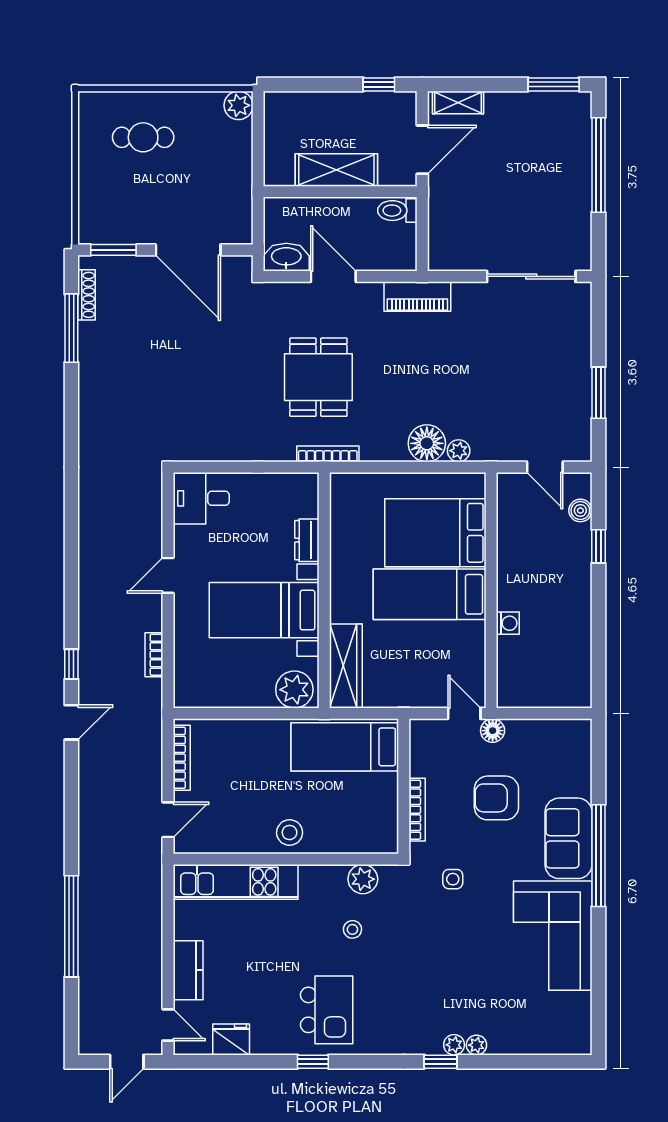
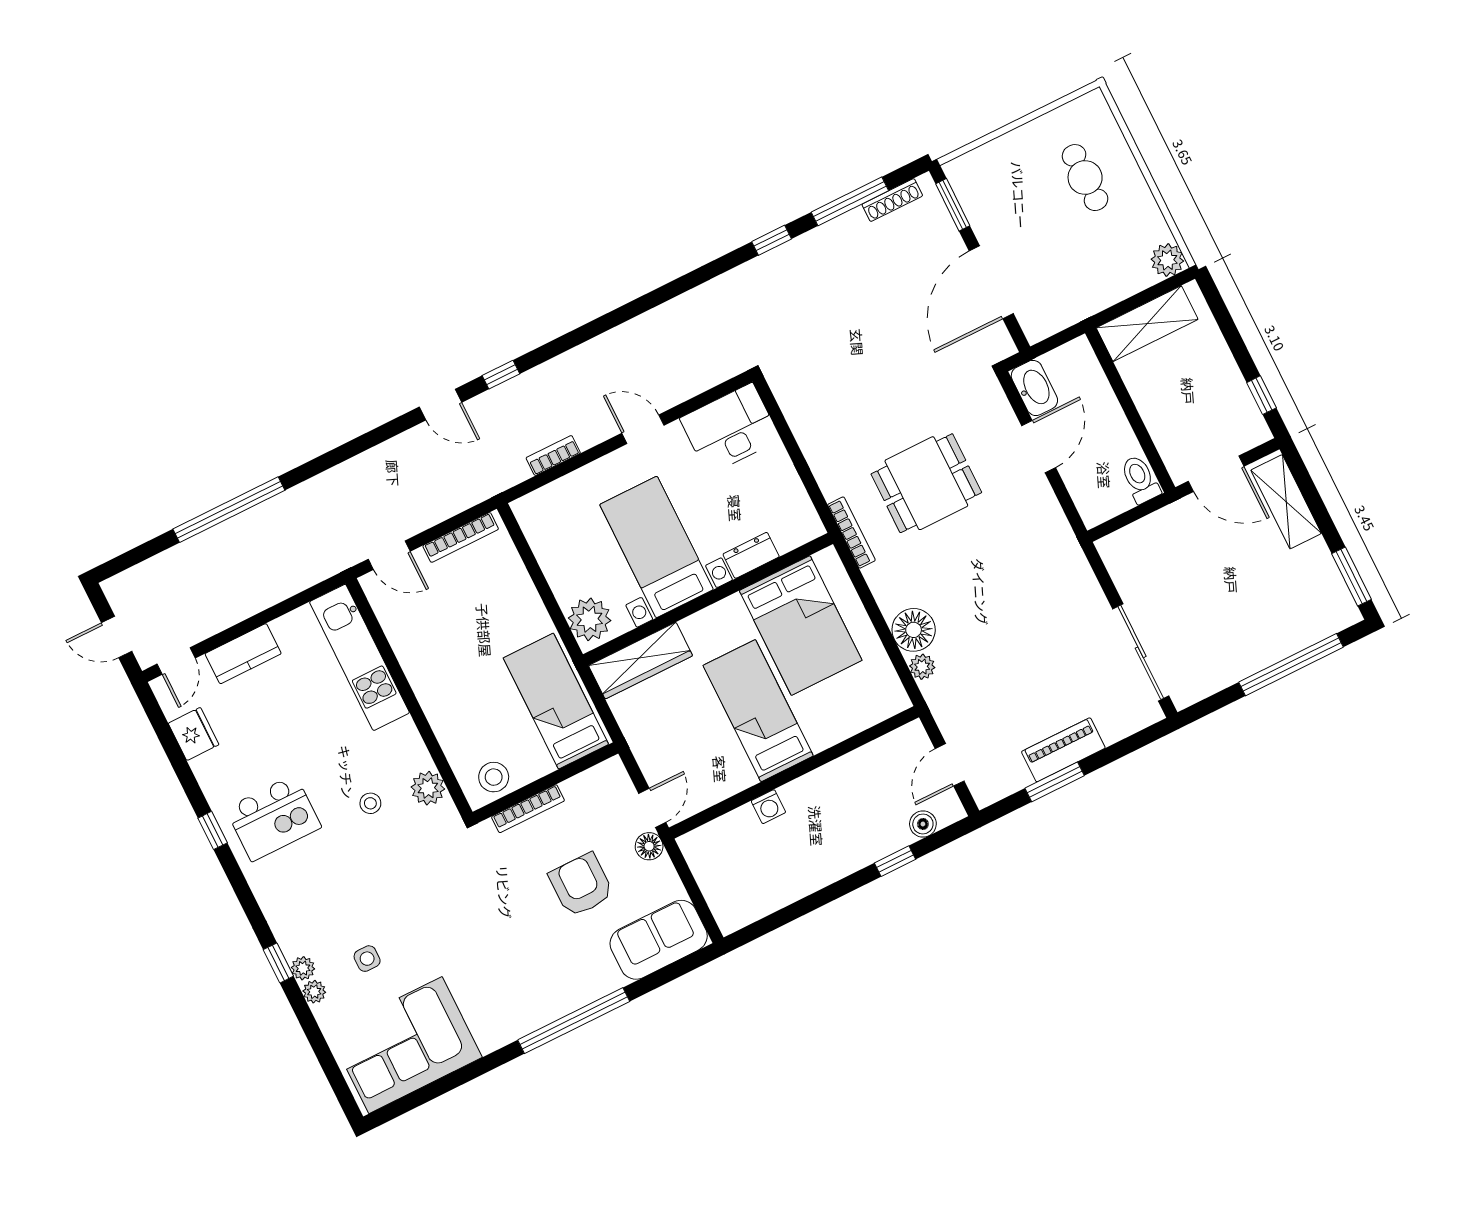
shelving: (458, 102) -> (1286, 502), width x1.50, depth x1.33
shelving: (336, 170) -> (1147, 324), moved, turned 90
piano: (417, 297) -> (1063, 750), moved, turned 90
window: (71, 404) -> (772, 240), added
desk: (201, 498) -> (730, 429), width x1.37
bed: (435, 533) -> (801, 625), moved, turned 180
stool: (290, 833) -> (494, 777), moved
sofa: (568, 838) -> (659, 940), moved
side table: (453, 879) -> (367, 959), moved
corner sofa: (553, 936) -> (406, 1045), moved

